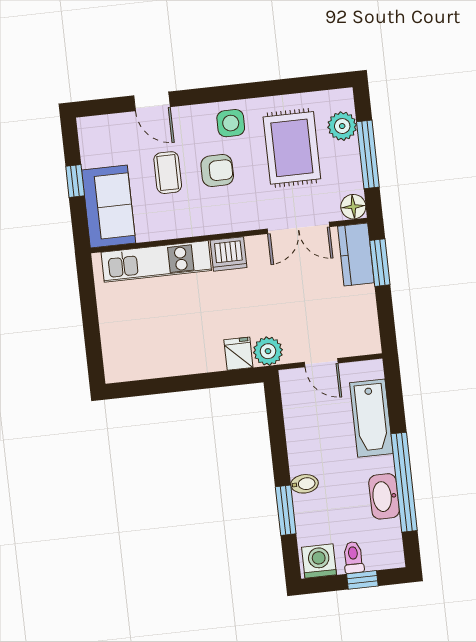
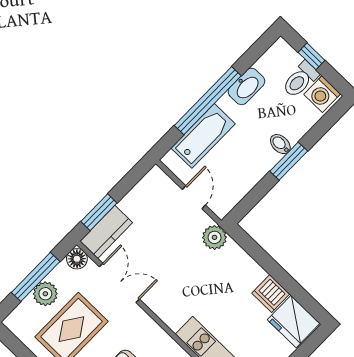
plant: (342, 126) -> (45, 294), moved
dishwasher: (229, 254) -> (271, 293), moved, turned 180
fridge: (238, 354) -> (294, 321), moved, width x1.88, depth x1.34
window: (404, 482) -> (208, 101), moved
window: (286, 510) -> (289, 161), moved
toilet: (353, 557) -> (300, 80), width x1.37, depth x1.39

